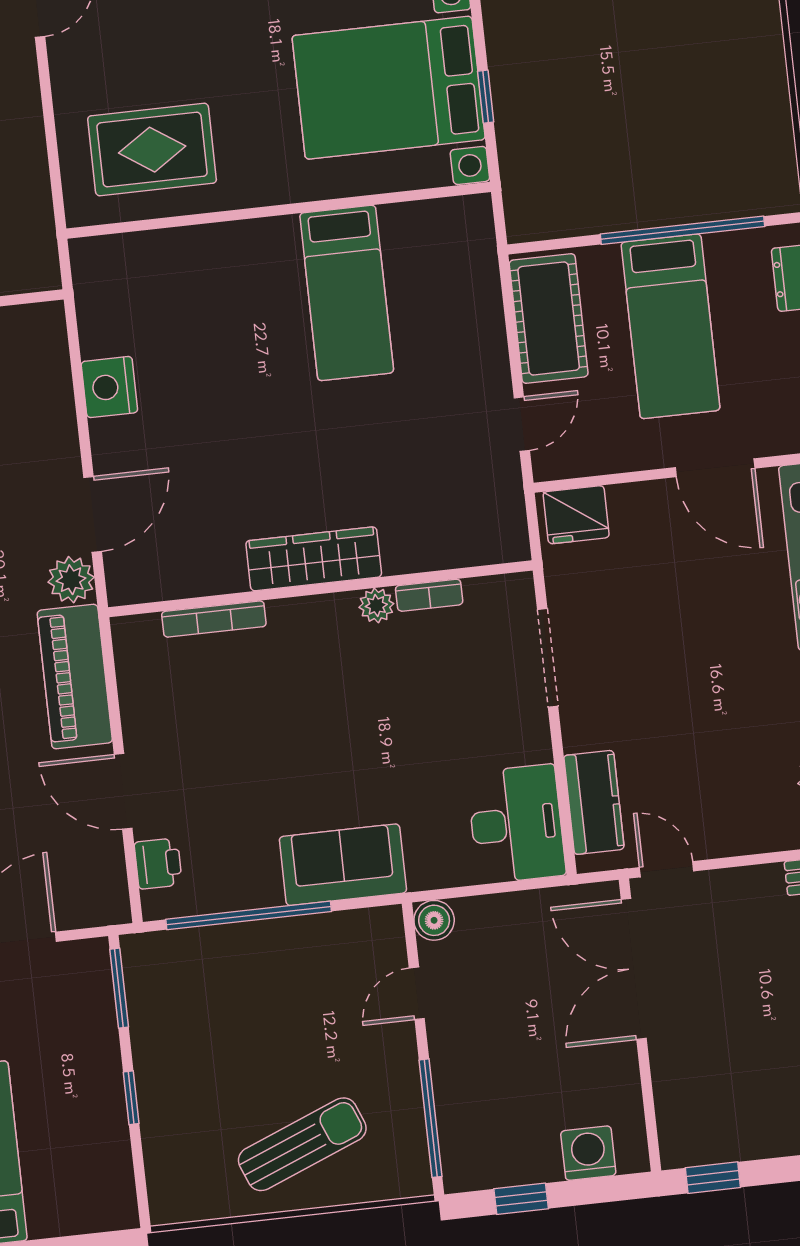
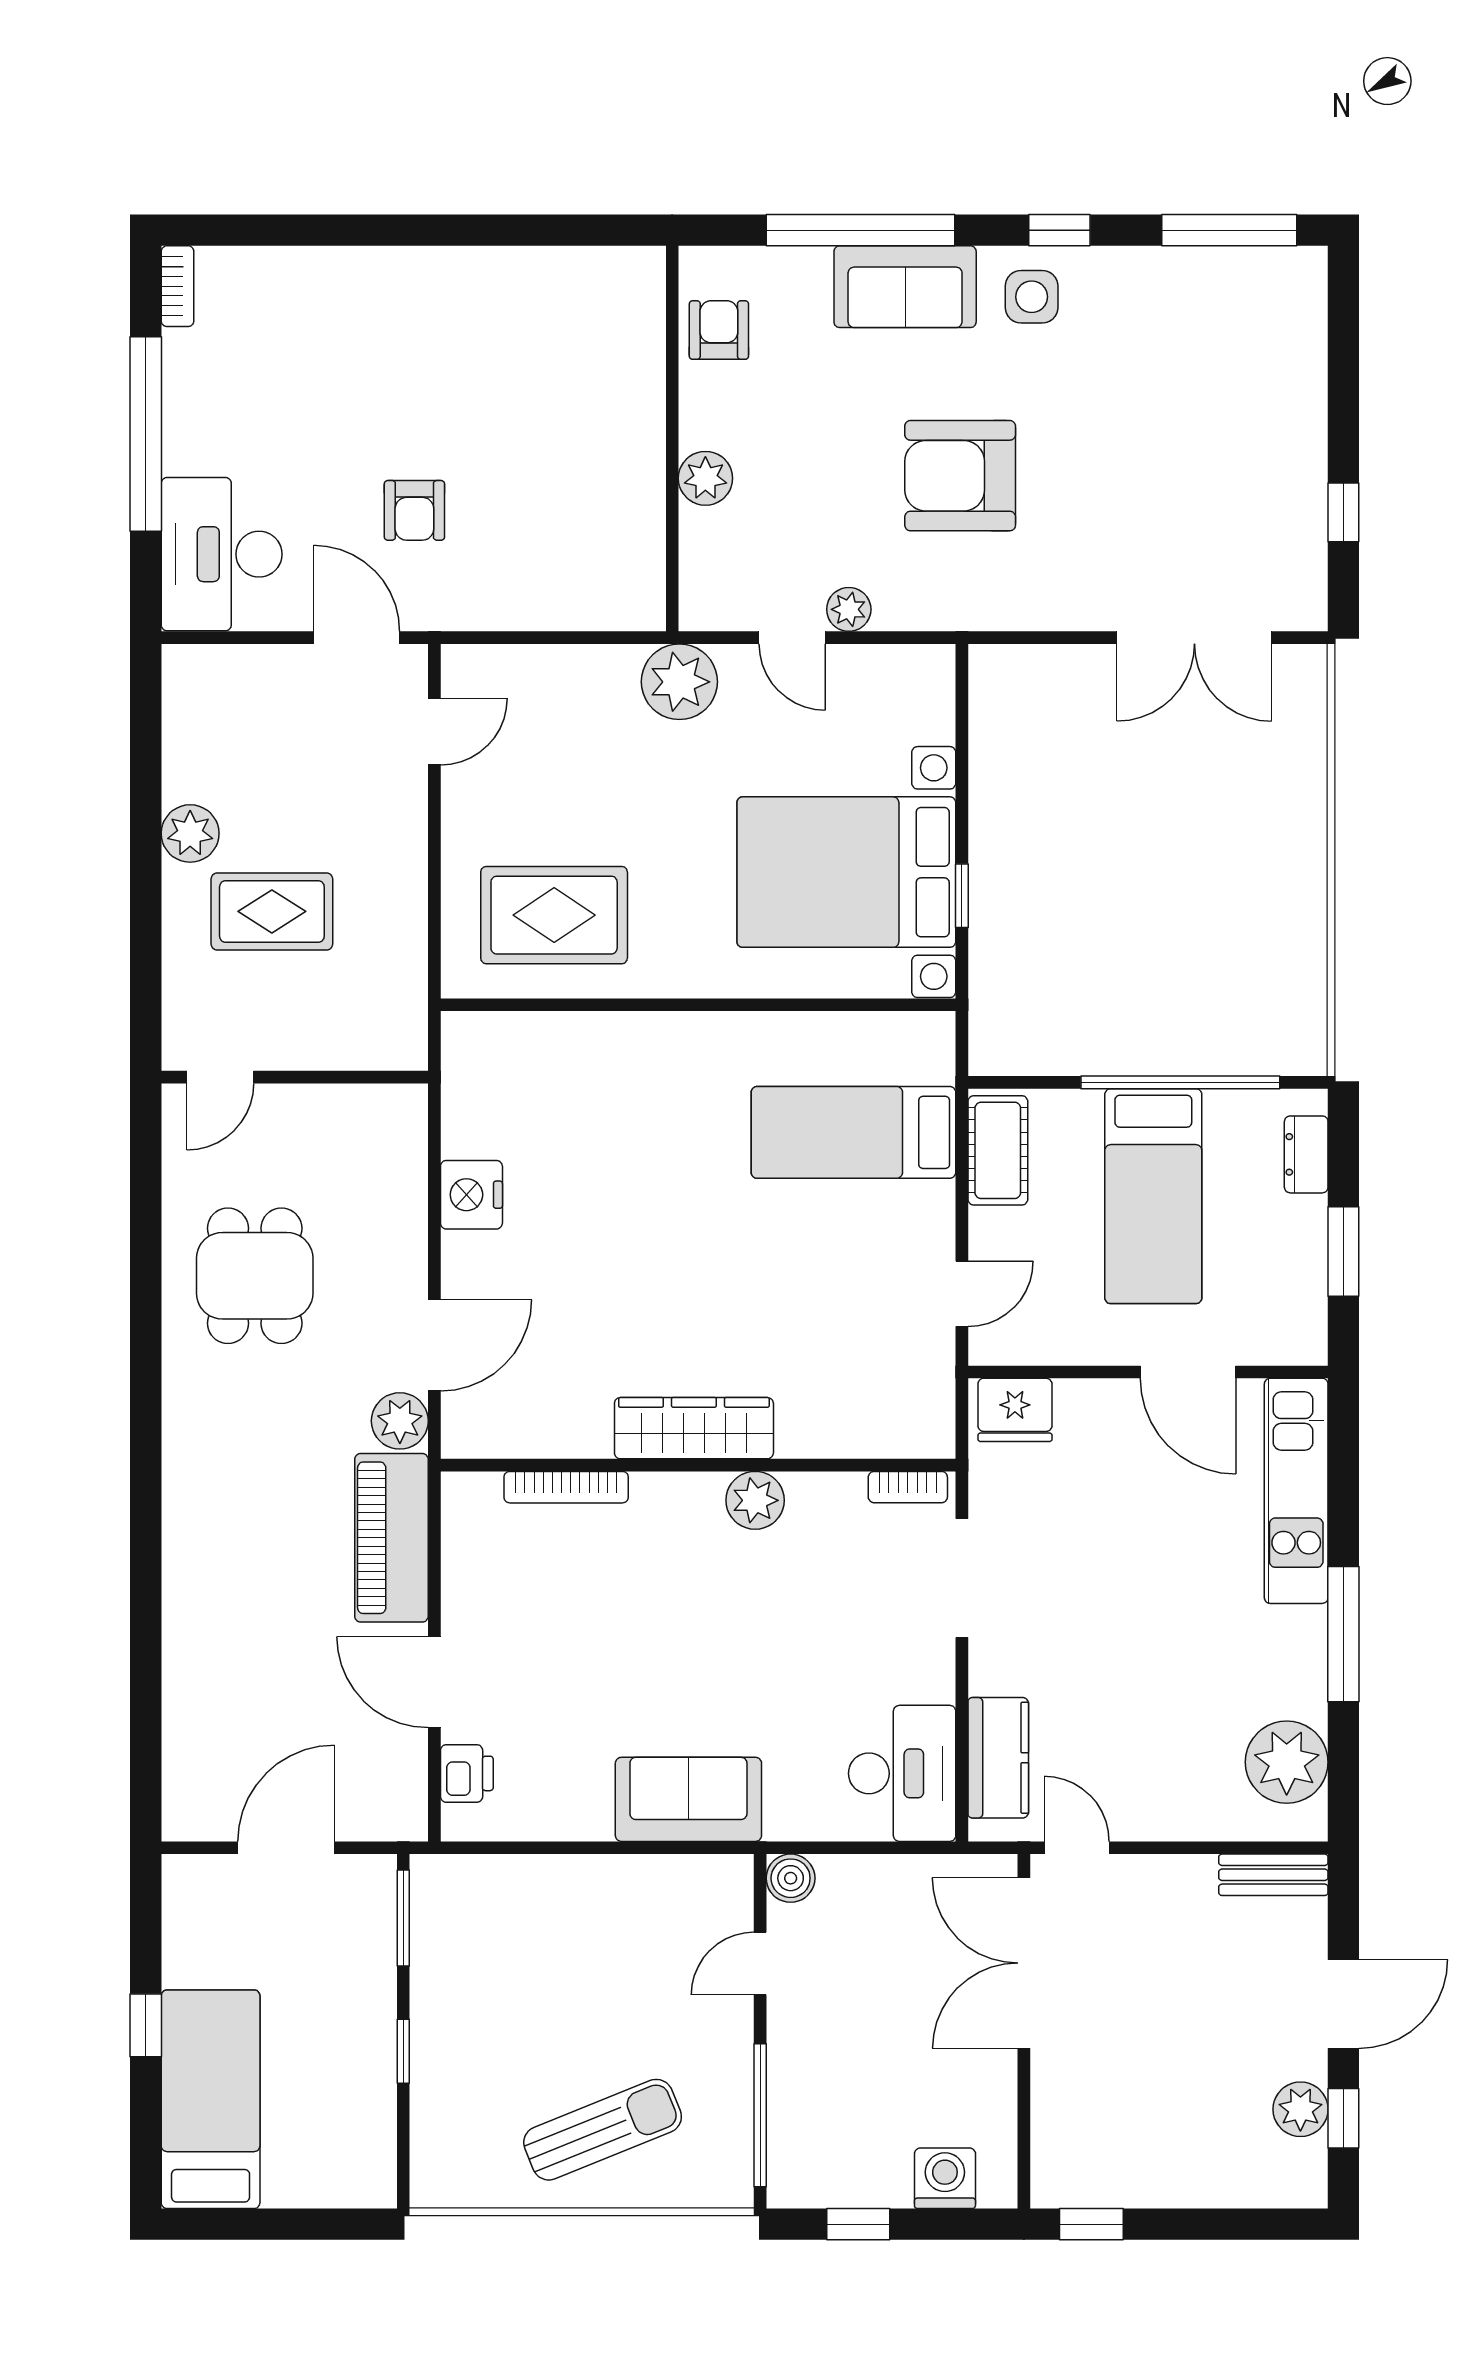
bed: (347, 293) -> (853, 1132), moved, turned 90
cot: (549, 318) -> (998, 1150), width x0.73, depth x0.75
bookcase: (429, 595) -> (908, 1487), moved
plant: (376, 605) -> (755, 1500), width x1.38, depth x1.38
window: (249, 915) -> (569, 1848), removed

